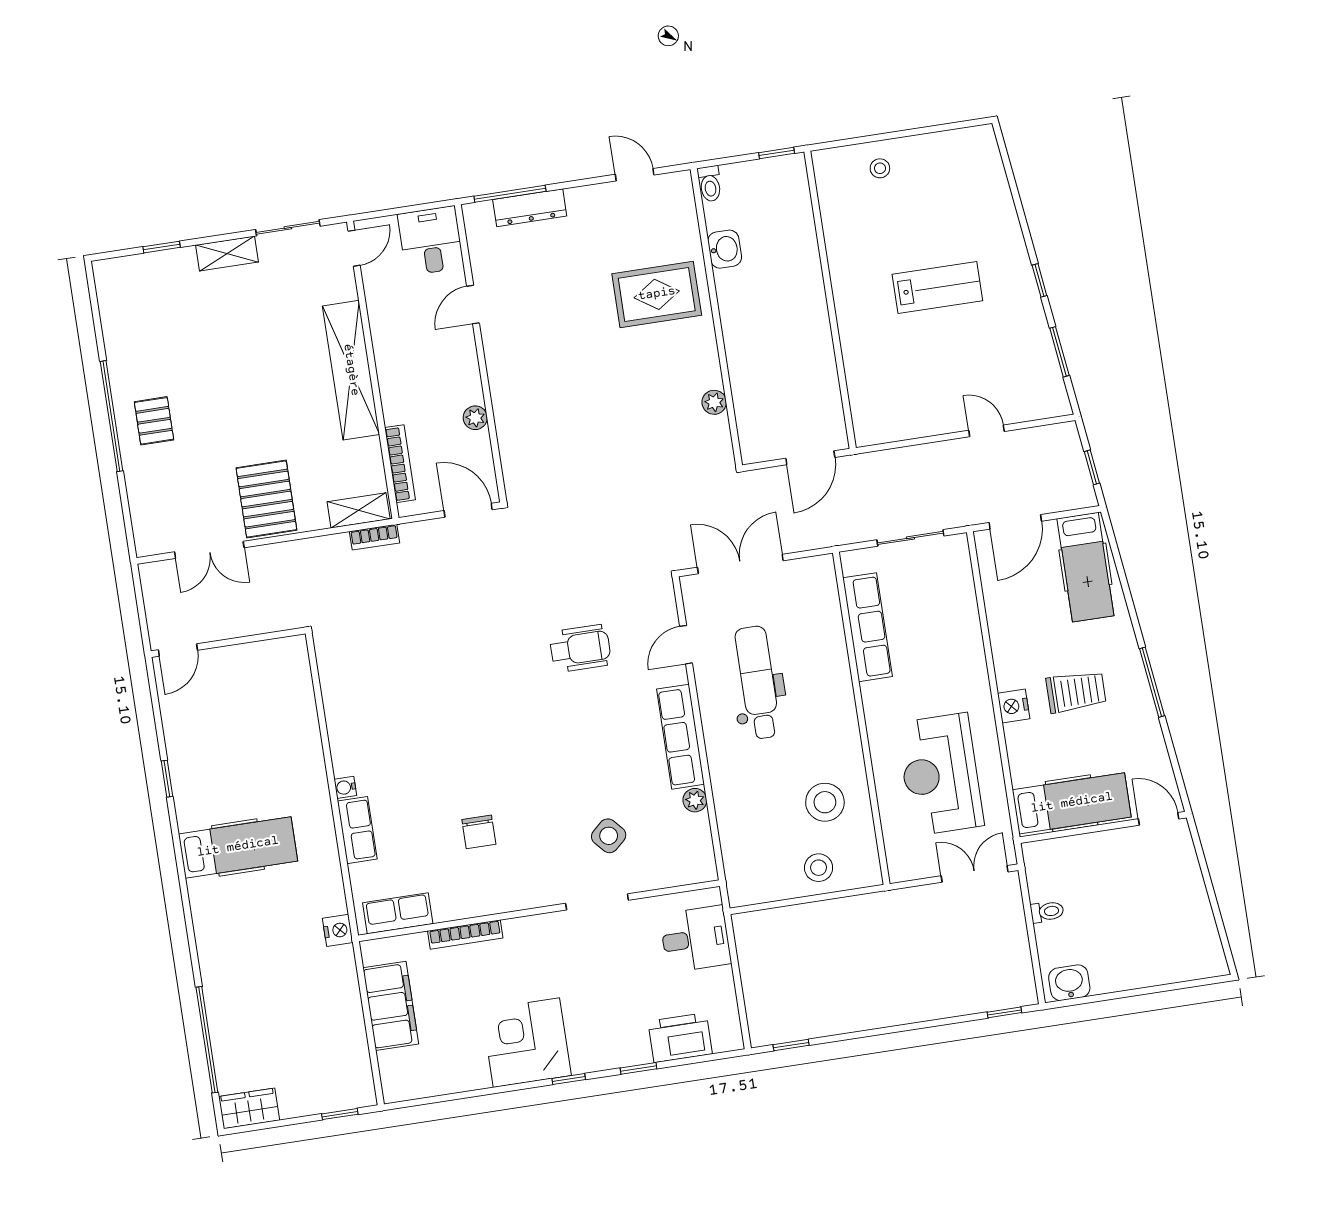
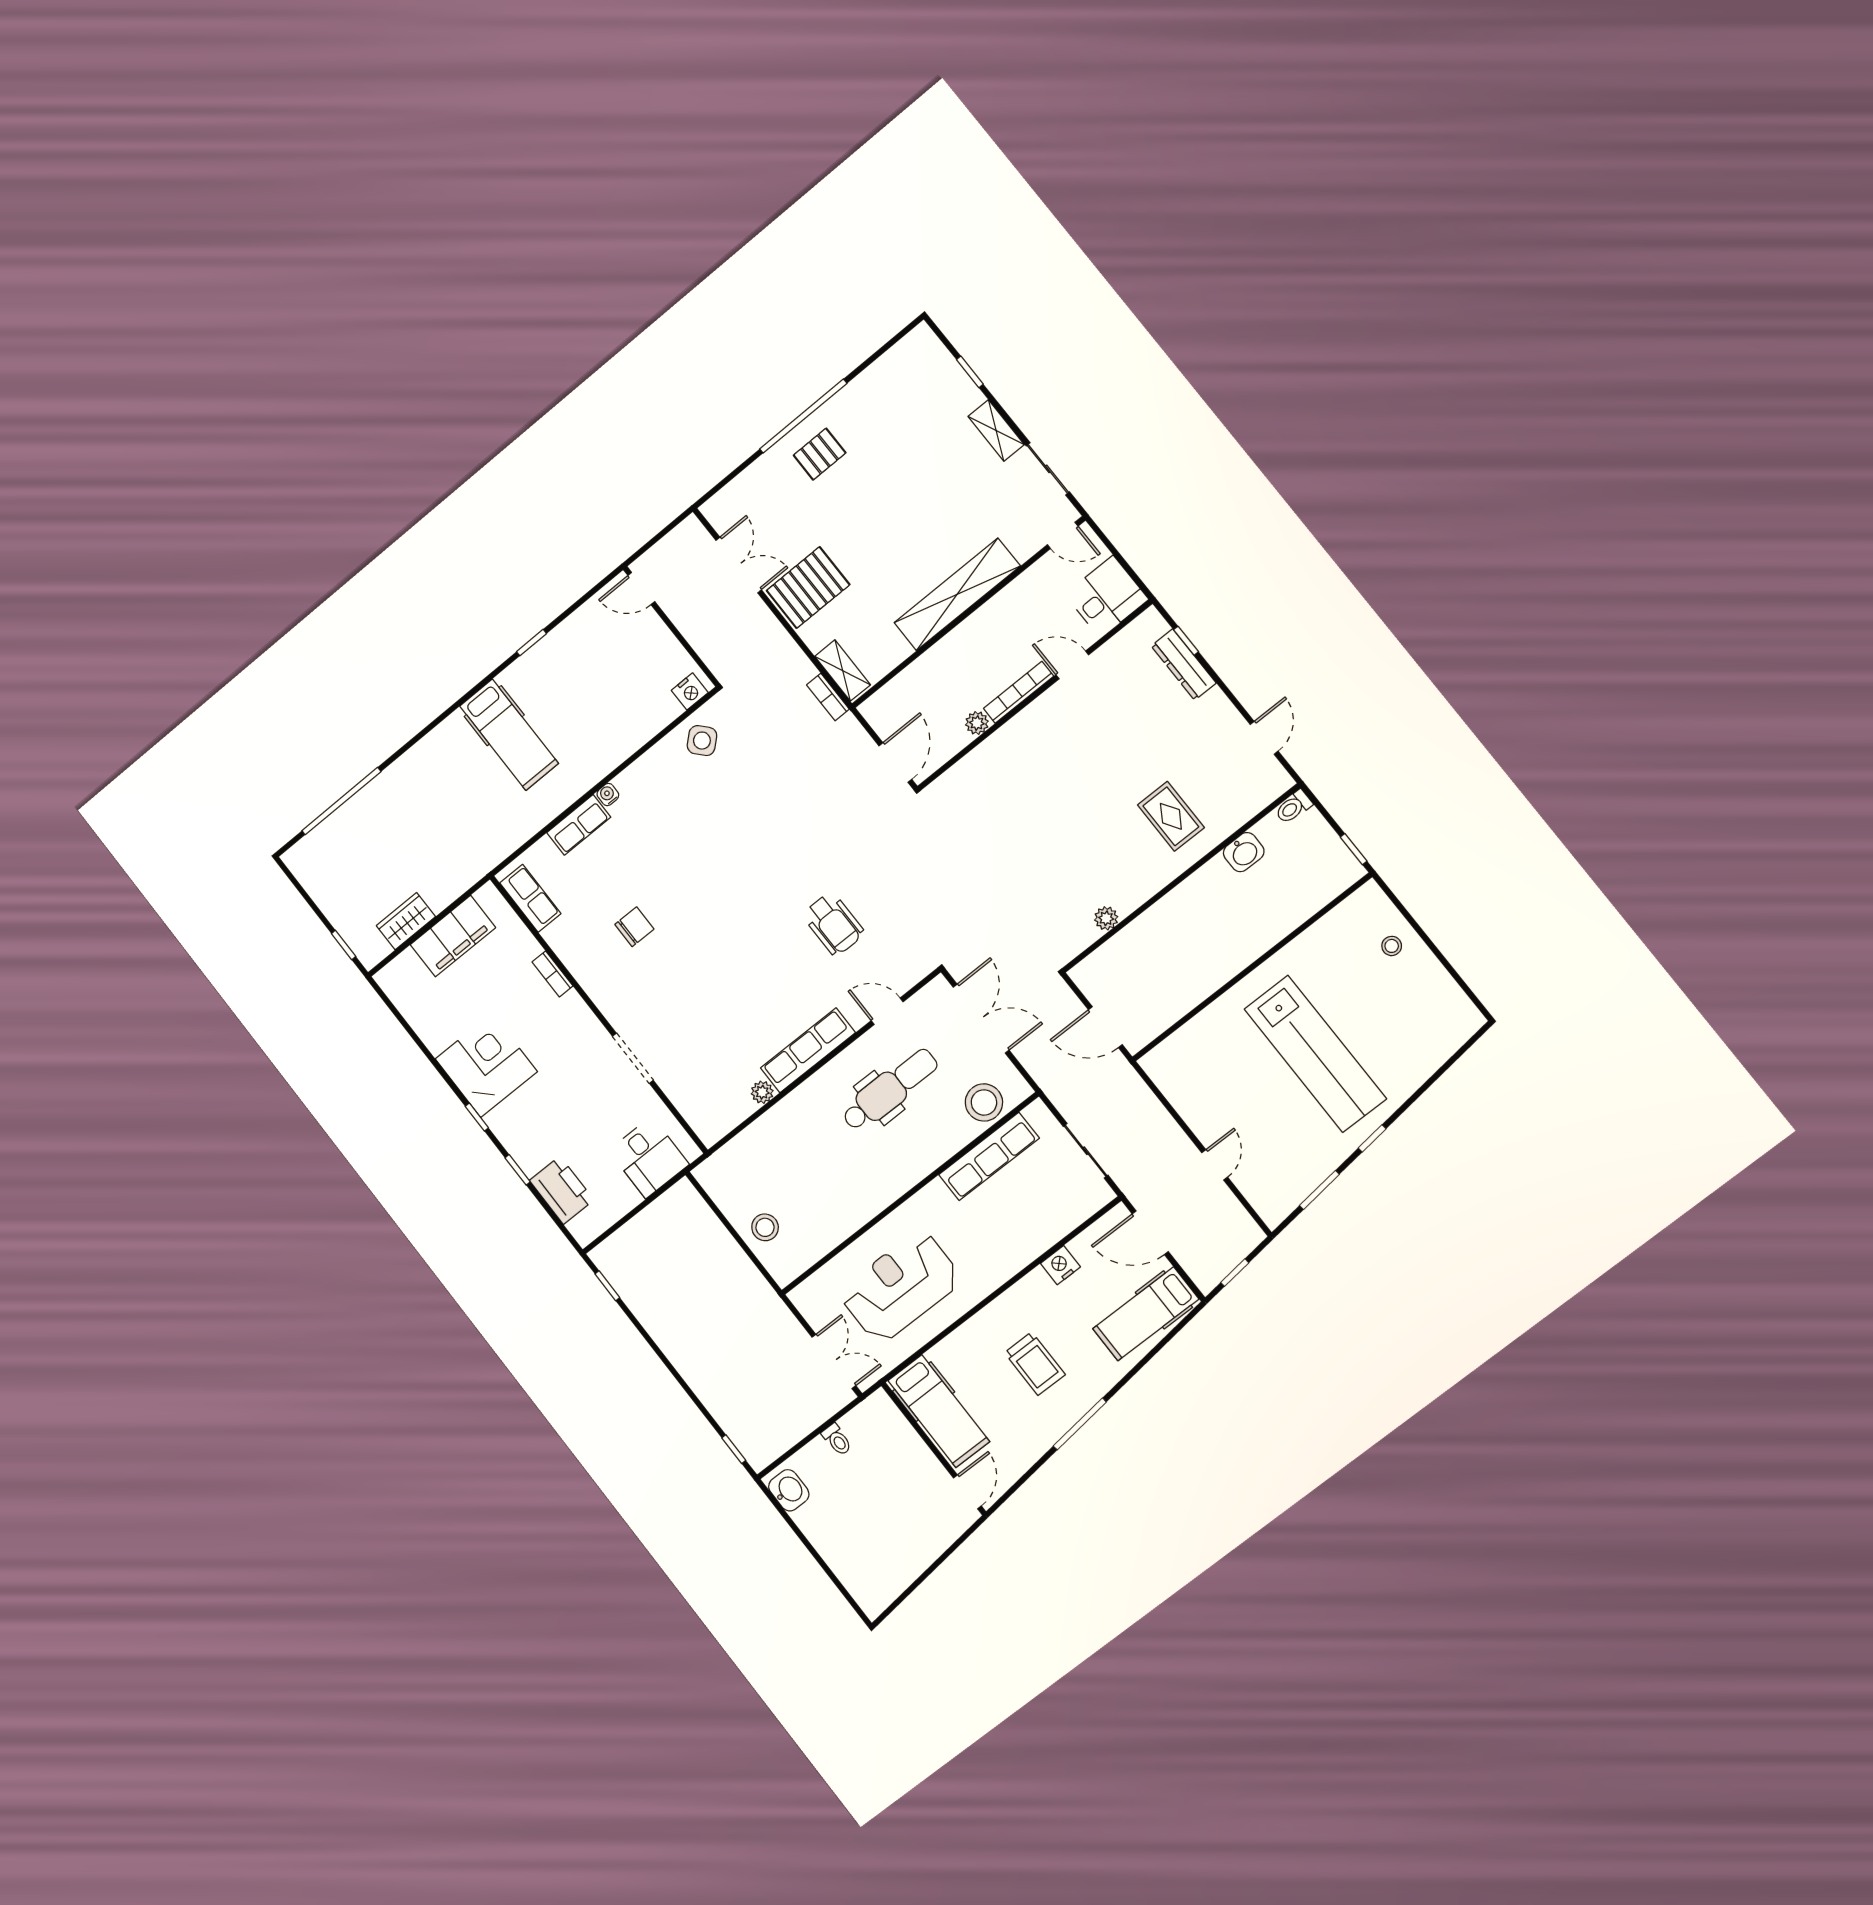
window: (510, 194) -> (1186, 641), width x0.46
lab bench: (937, 287) -> (1315, 1054), width x1.86, depth x1.39
rug: (657, 294) -> (1171, 816), width x0.73, depth x0.70
bookcase: (400, 464) -> (1018, 692), moved, turned 180
double door: (209, 550) -> (739, 565), swing flipped
nightstand: (1014, 706) -> (1060, 1265), moved
stool: (825, 802) -> (984, 1102), moved
chair: (479, 832) -> (634, 927), turned 180
side table: (609, 836) -> (702, 741), moved
nightstand: (338, 930) -> (690, 691), moved
bookcase: (465, 934) -> (552, 974), width x0.64
wardrobe: (249, 1108) -> (406, 921), moved, turned -90

